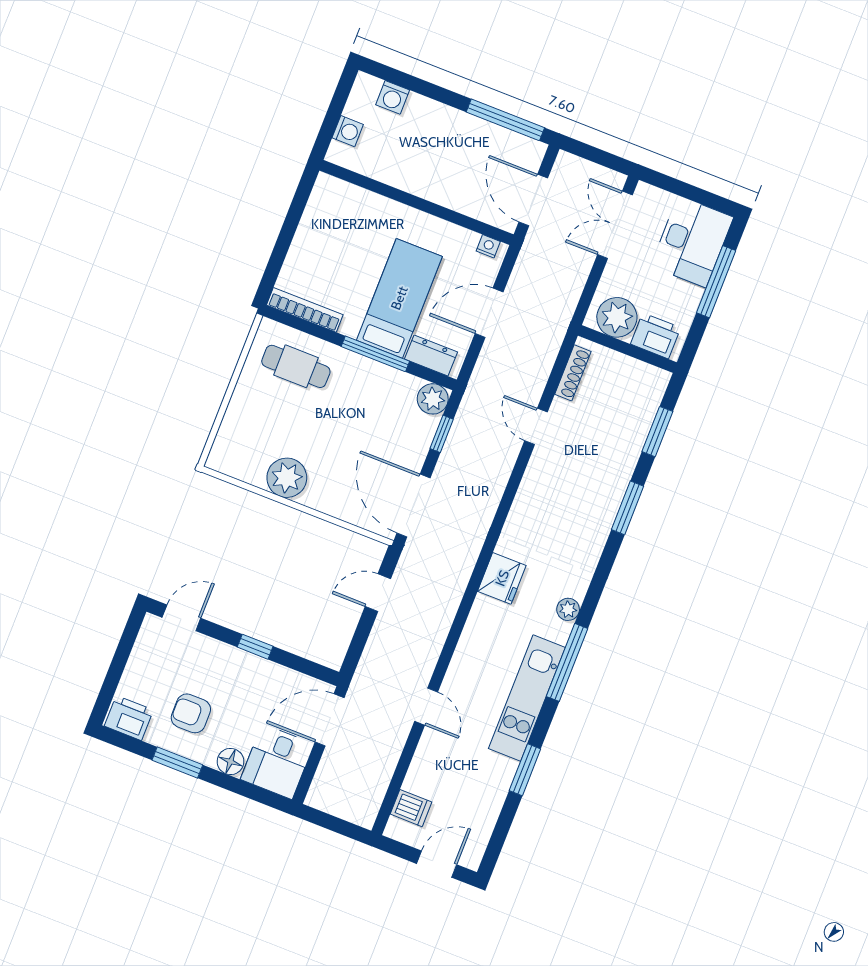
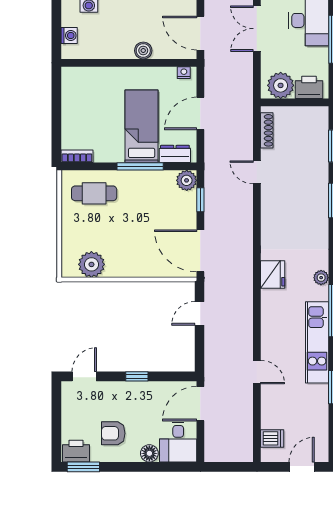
boiler: (443, 193) -> (143, 51), added
bookcase: (305, 310) -> (77, 156), width x0.64
plant: (287, 478) -> (91, 264), moved
window: (177, 762) -> (83, 467), moved

